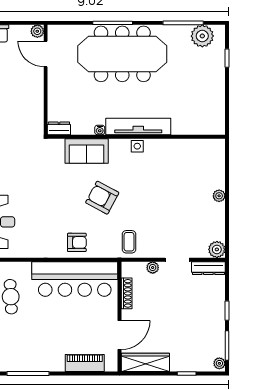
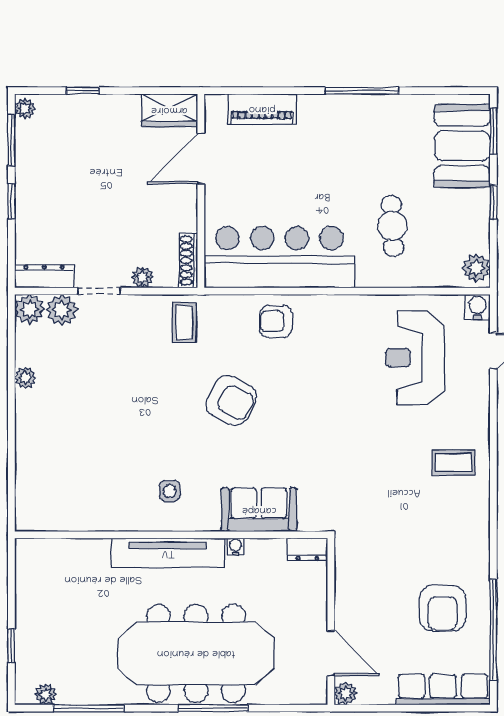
plant: (202, 36) -> (46, 694), width x0.53, depth x0.53
tv unit: (138, 127) -> (168, 553), moved
dresser: (59, 128) -> (307, 549), moved
water cooler: (100, 130) -> (236, 547), moved
wall: (136, 137) -> (171, 535), moved
sofa: (87, 151) -> (259, 510), moved
plant: (219, 196) -> (25, 378), moved
plant: (198, 249) -> (62, 310), added
shoe rack: (127, 293) -> (188, 261), moved
wardrobe: (145, 362) -> (169, 110), width x0.67

